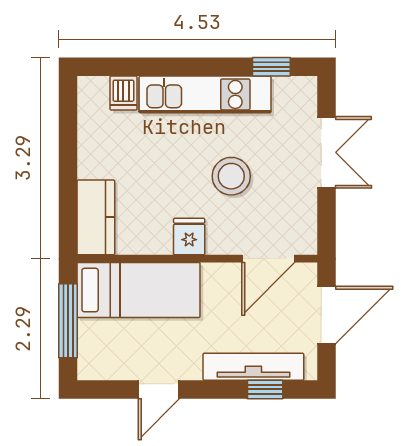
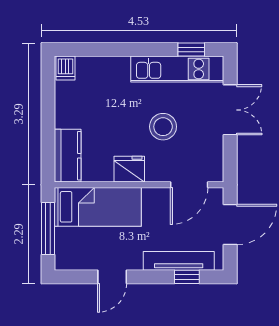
dishwasher: (123, 93) -> (65, 68), moved
kitchen unit: (205, 94) -> (177, 69), moved
fridge: (189, 237) -> (129, 169), width x1.38

